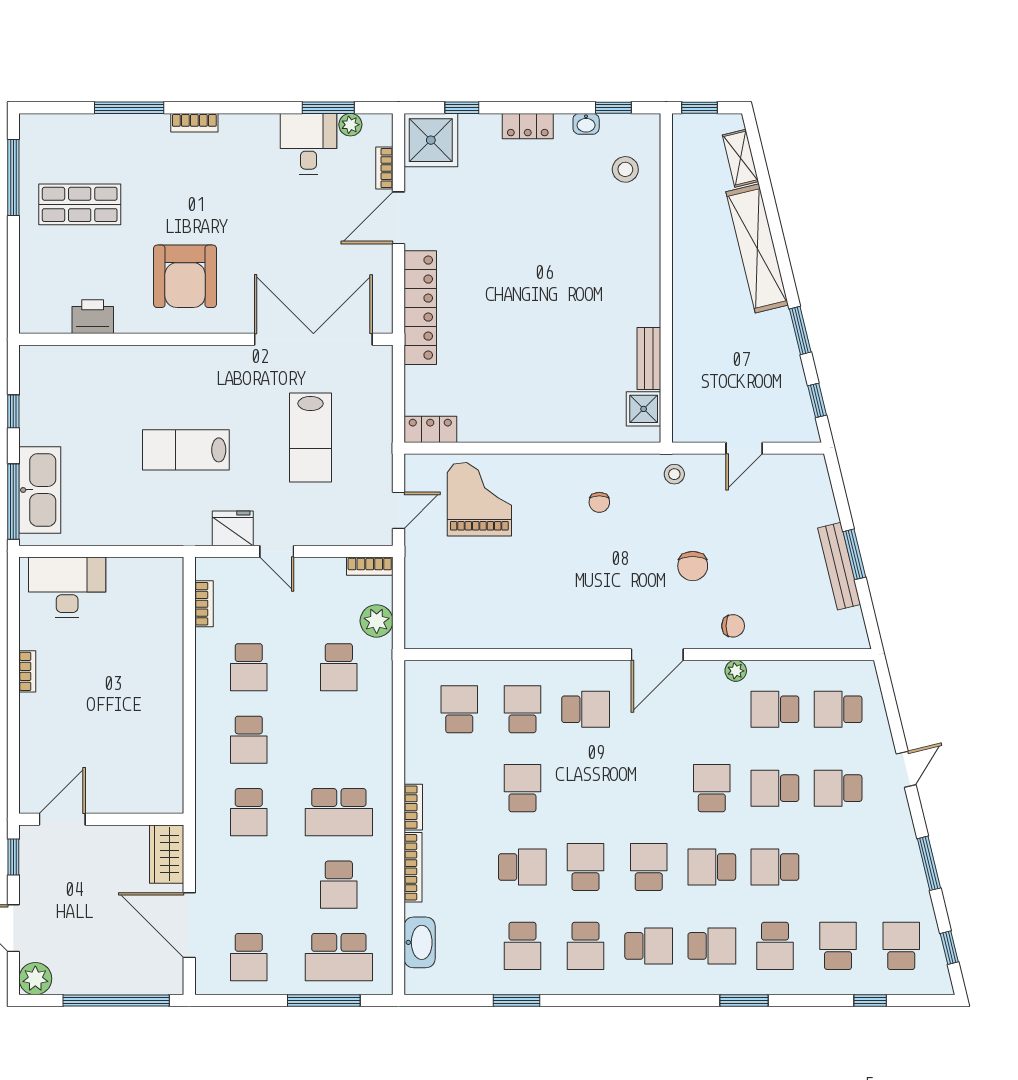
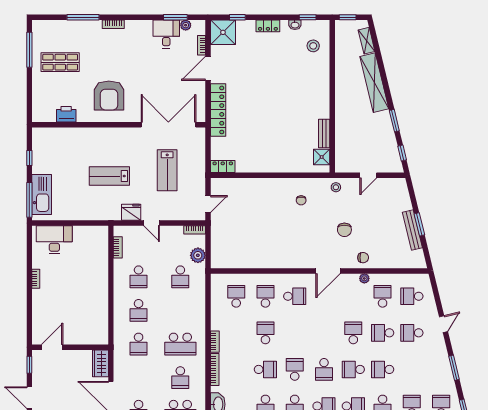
grand piano: (479, 499) -> (245, 199), removed
school desk: (775, 709) -> (383, 296), turned 90
school desk: (649, 867) -> (324, 369), turned 180

